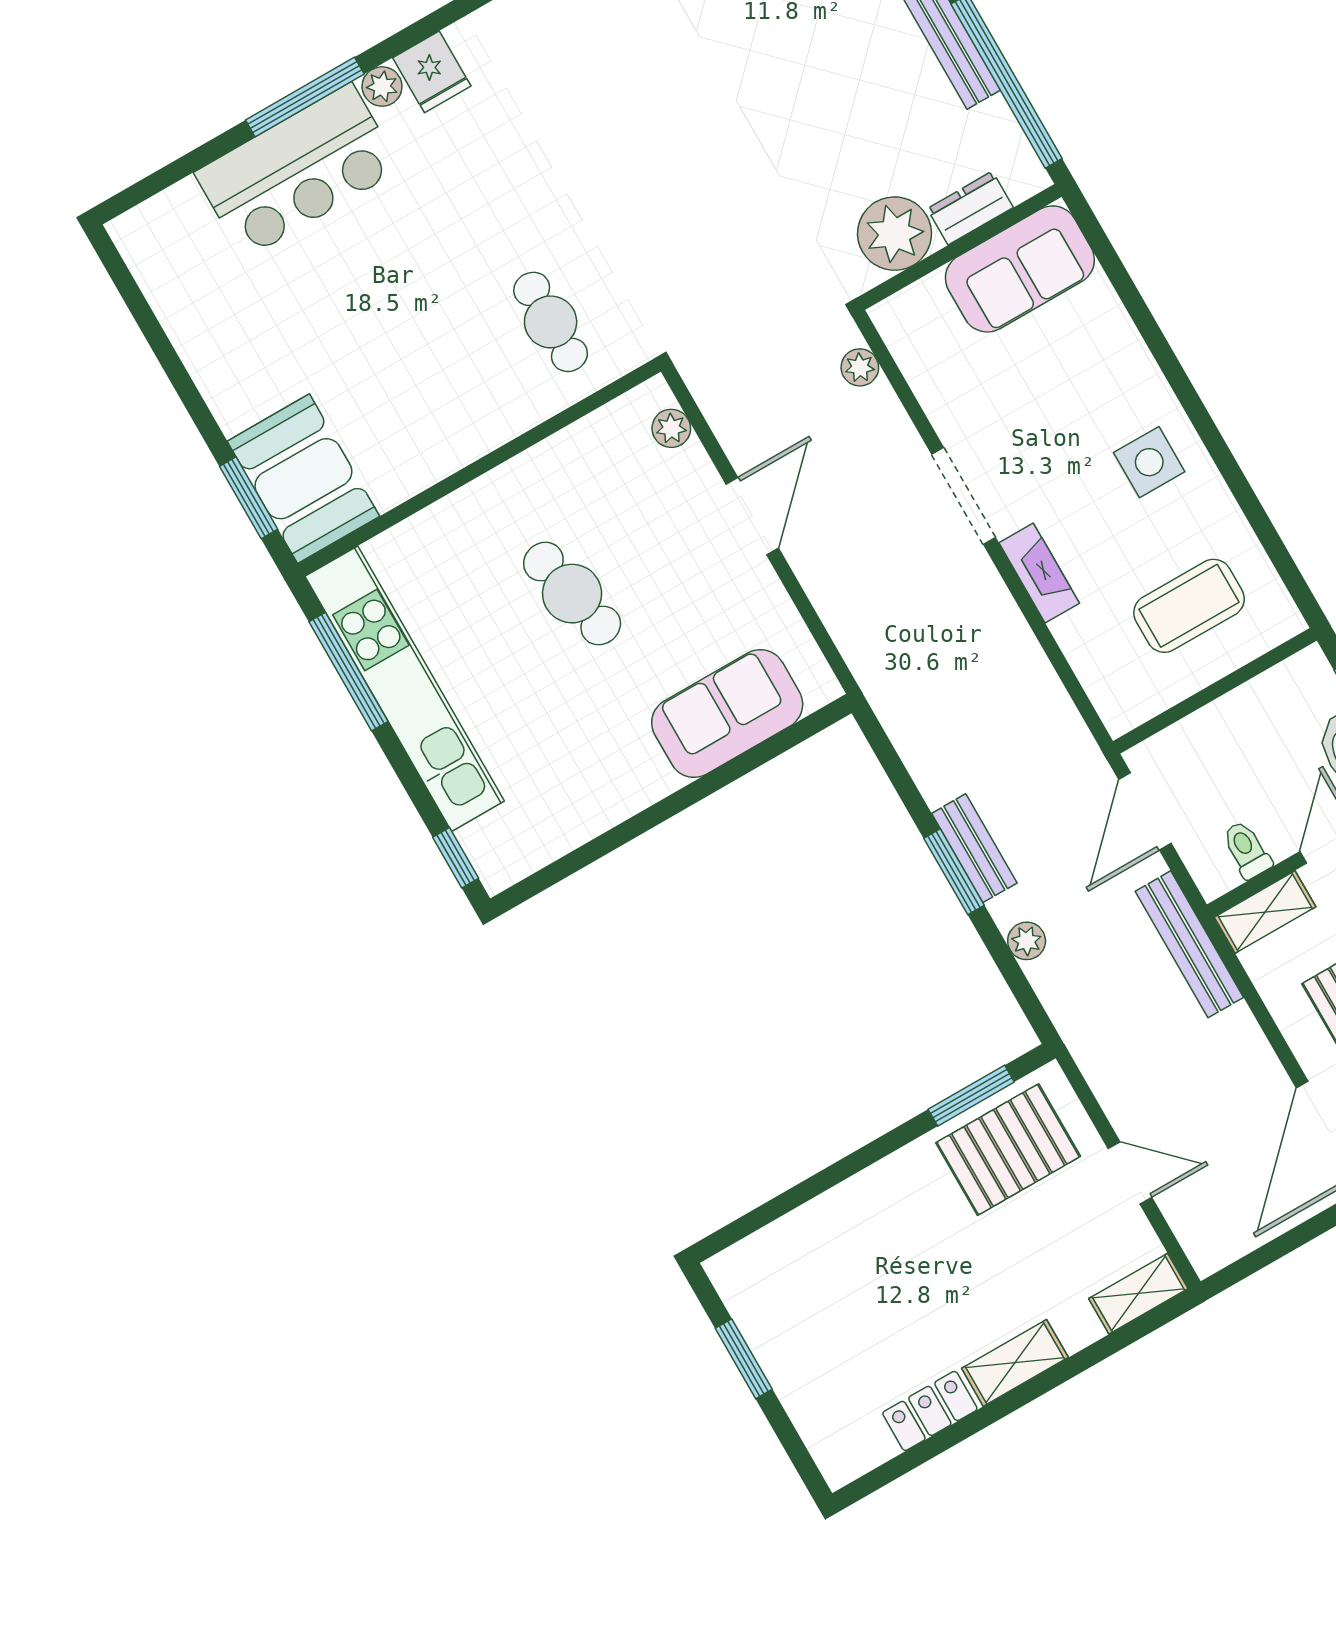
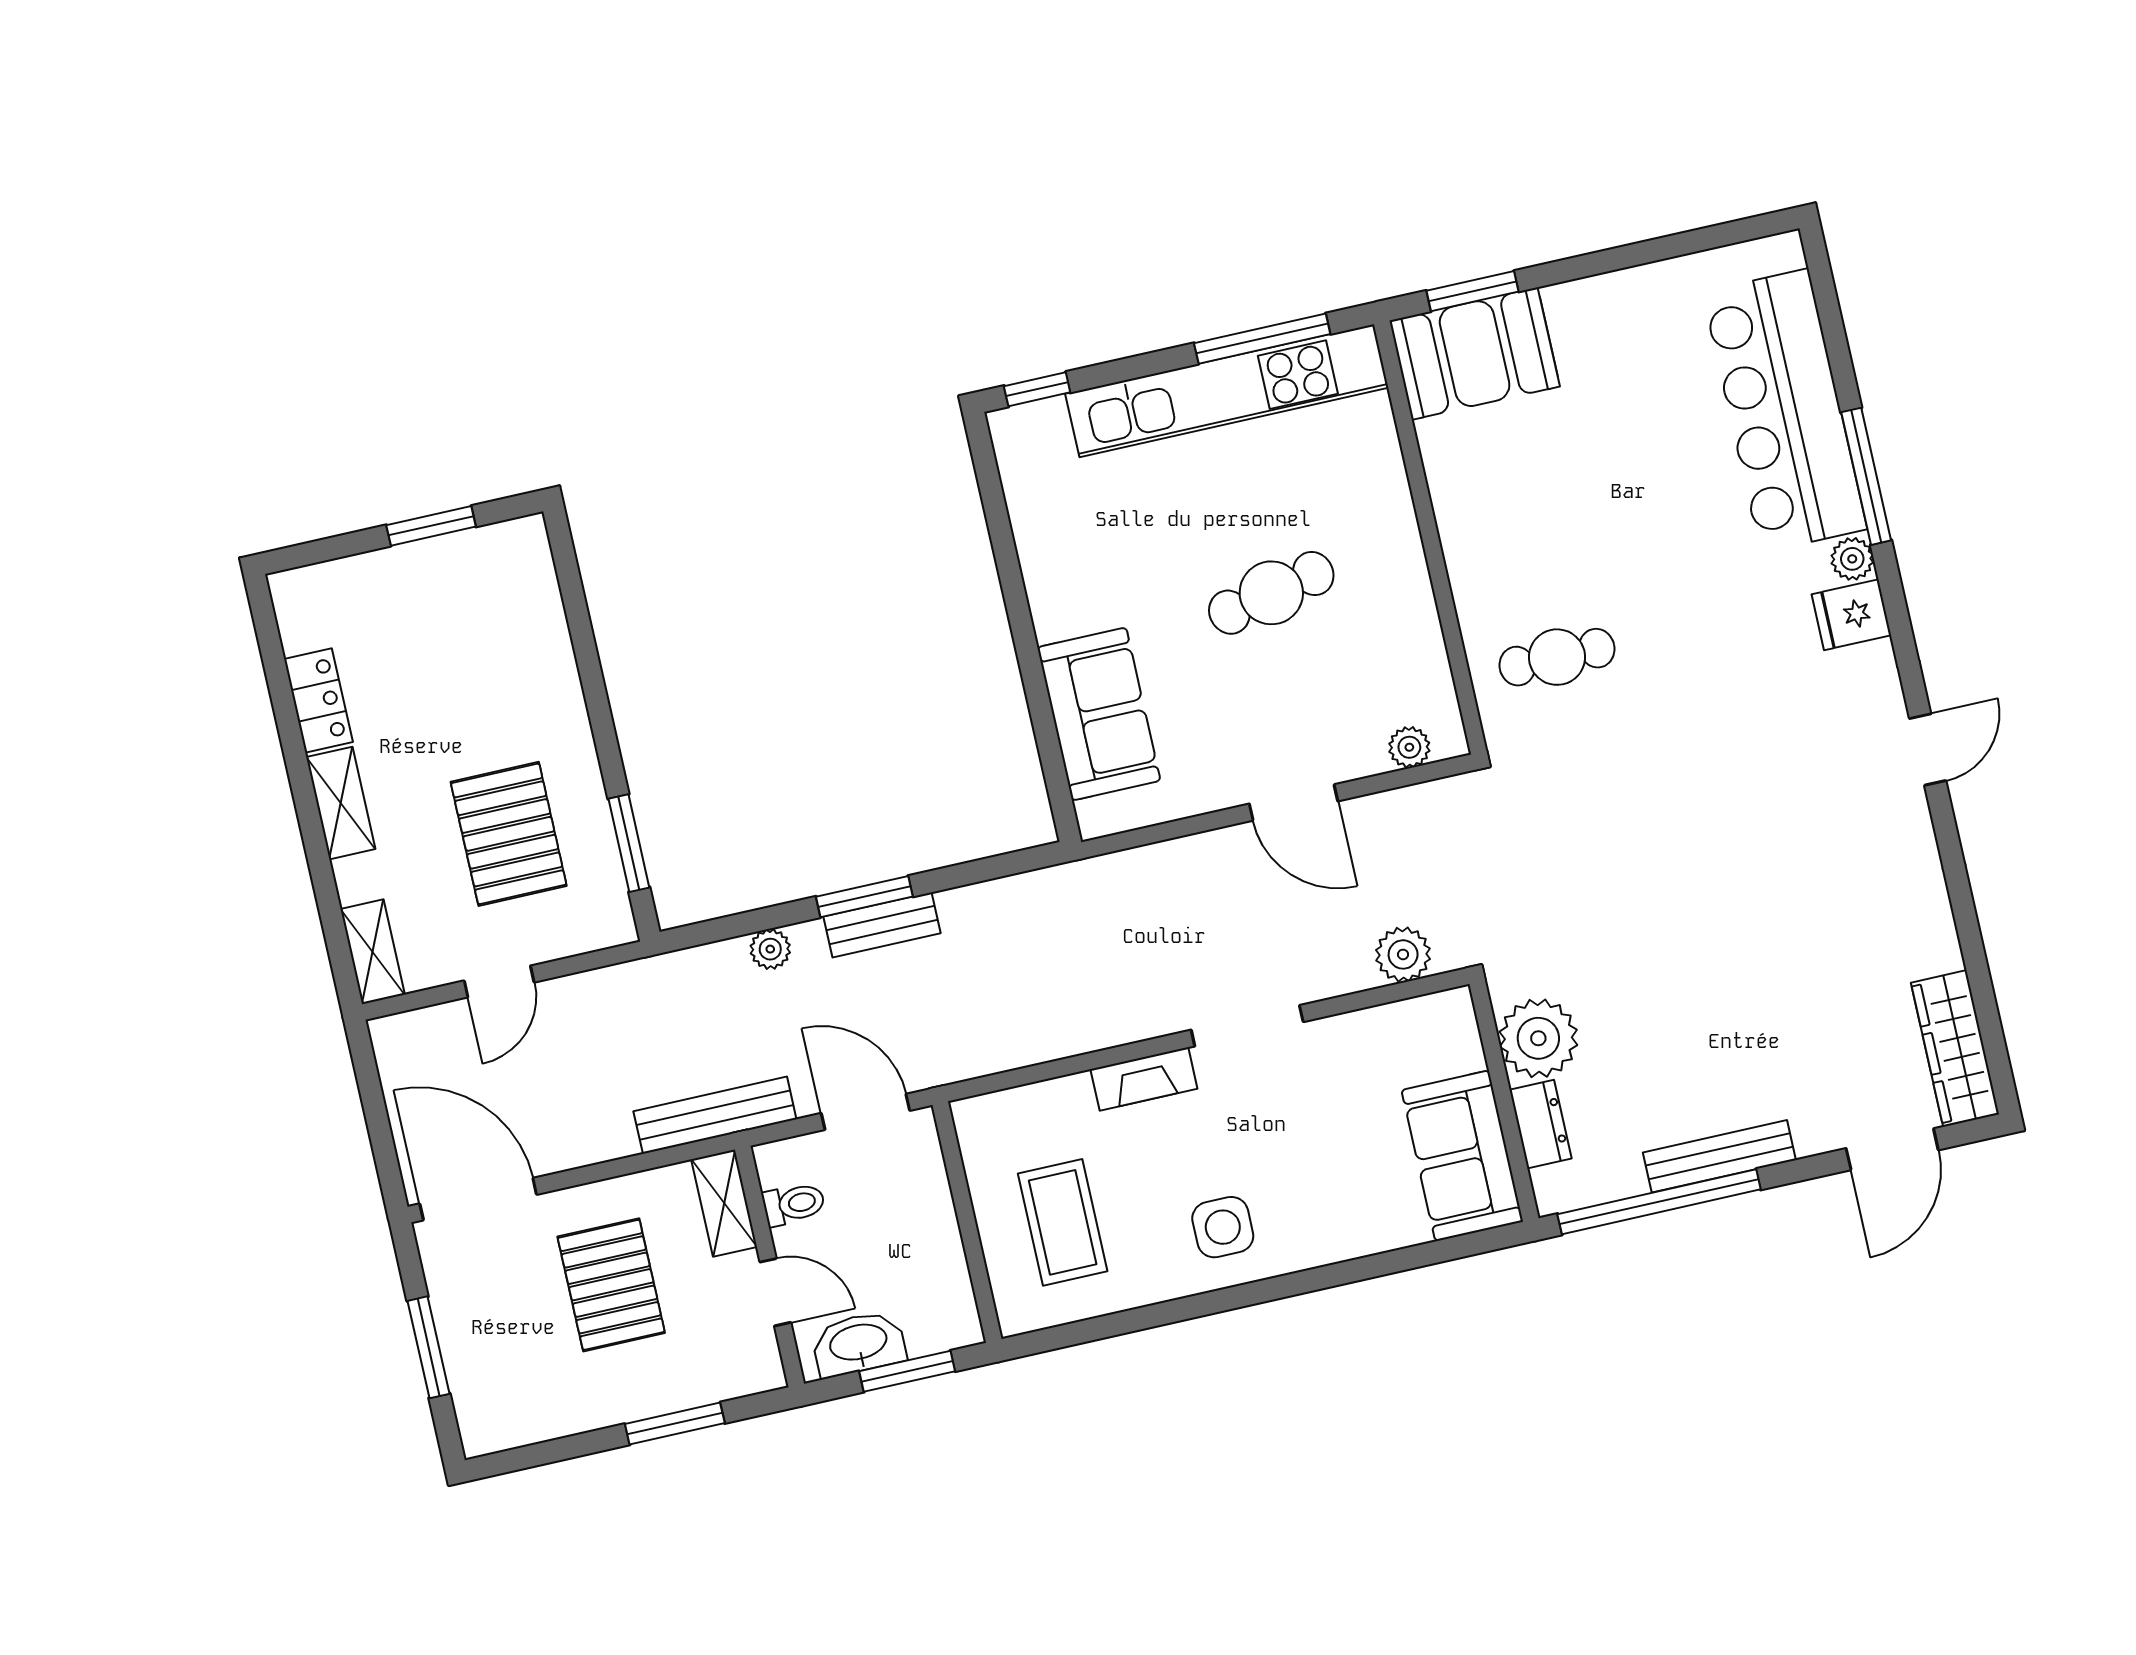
bar counter: (298, 171) -> (1785, 411), width x1.36
plant: (860, 367) -> (1403, 954), width x1.38, depth x1.38
pallet: (1008, 1150) -> (509, 834), moved

